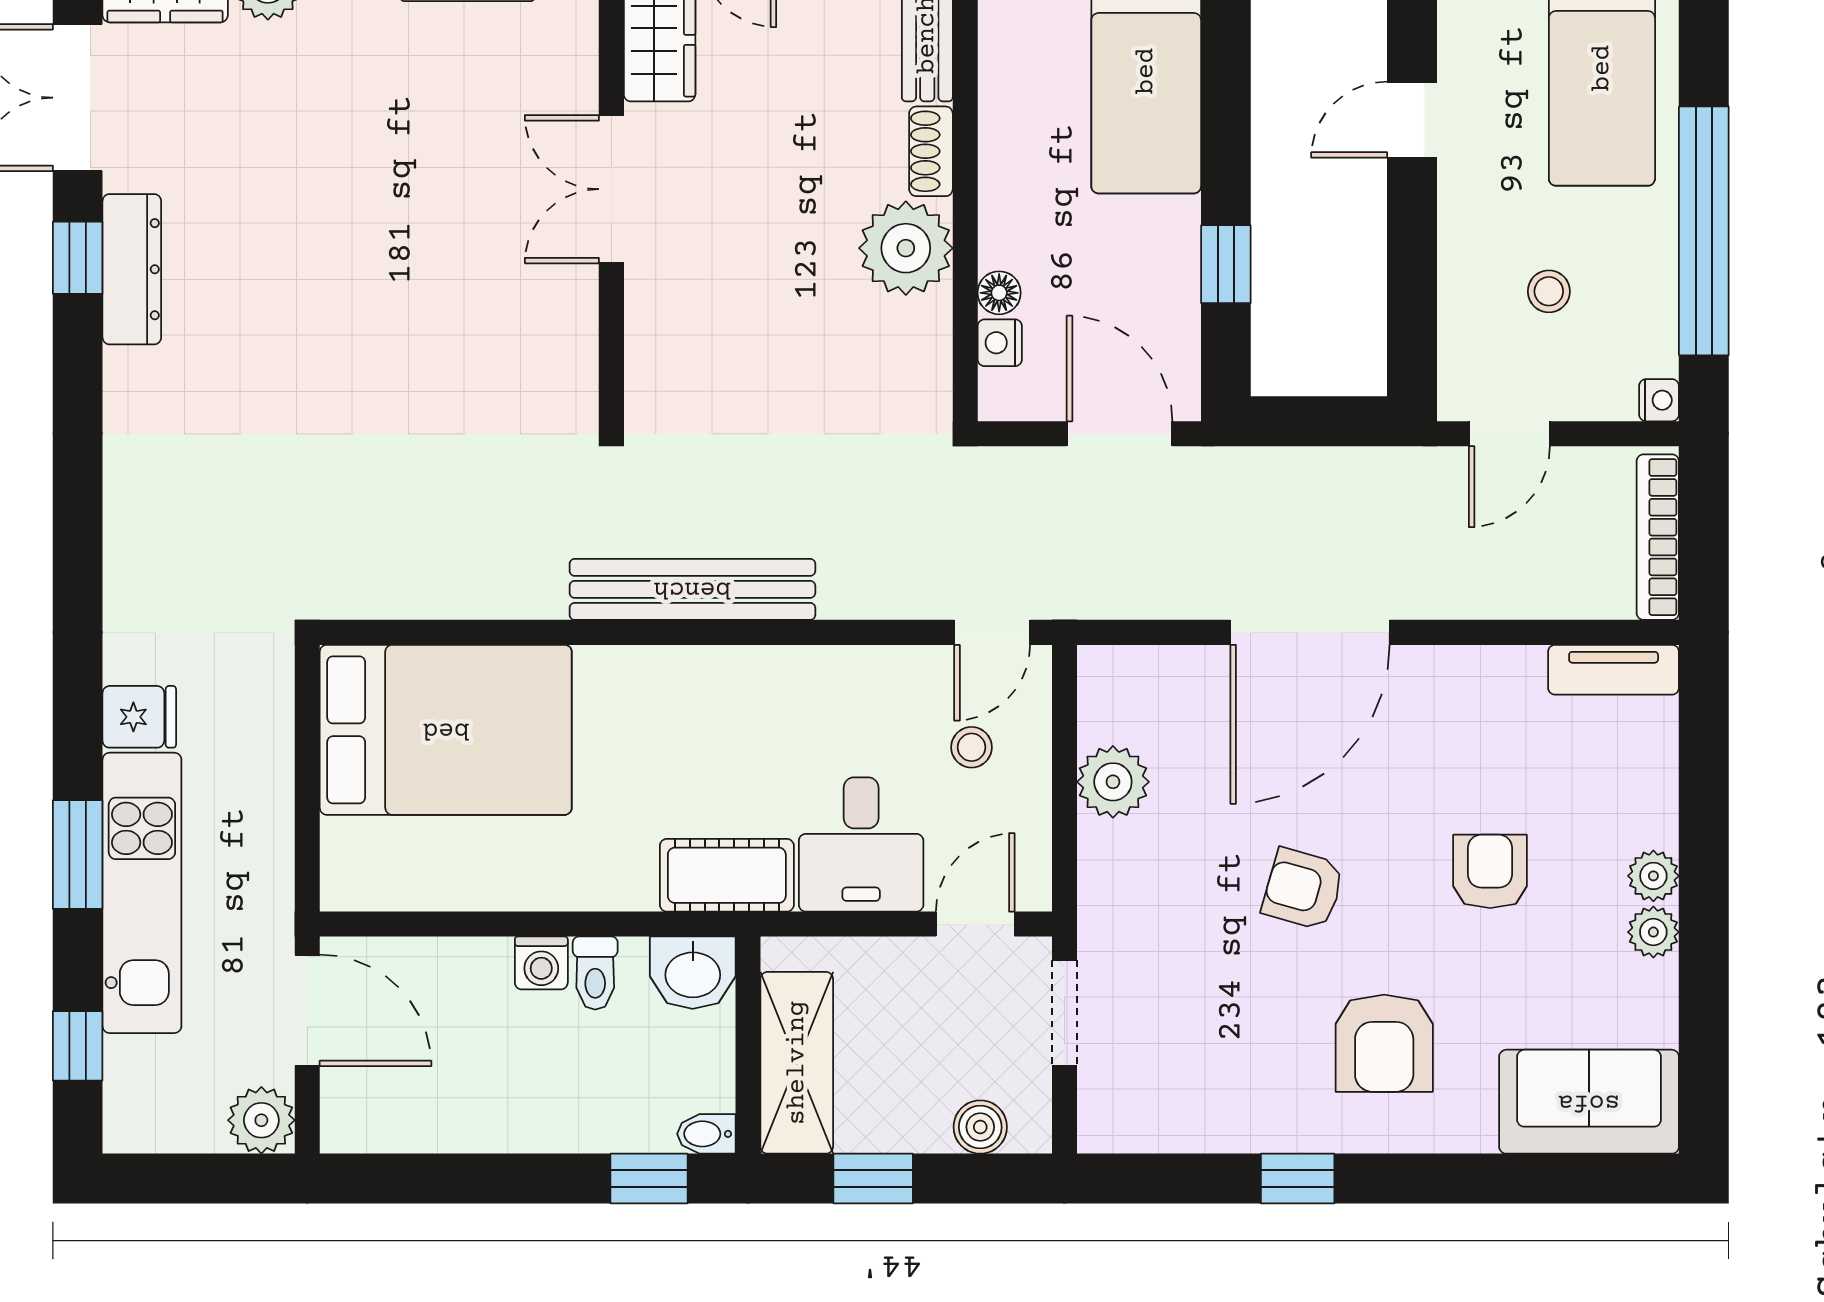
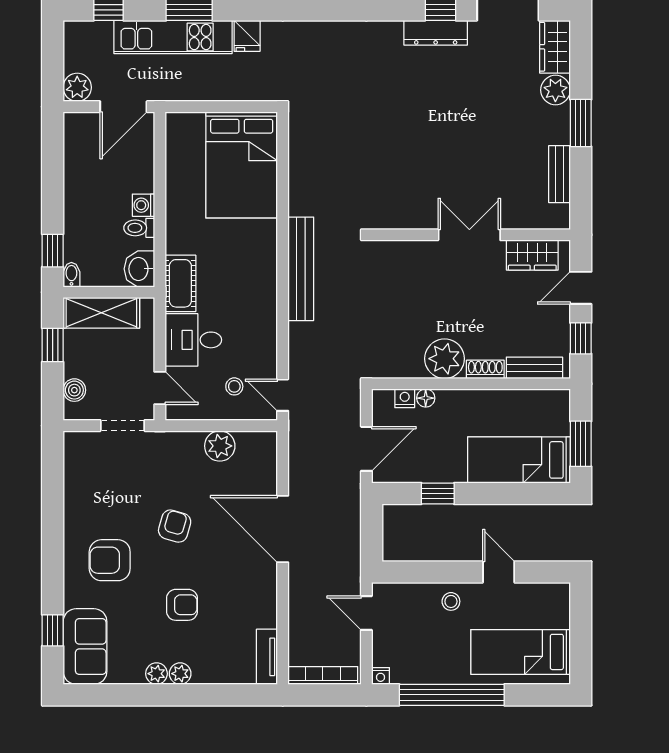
stool: (1549, 291) -> (451, 601), moved
window: (1298, 1179) -> (53, 630), moved

